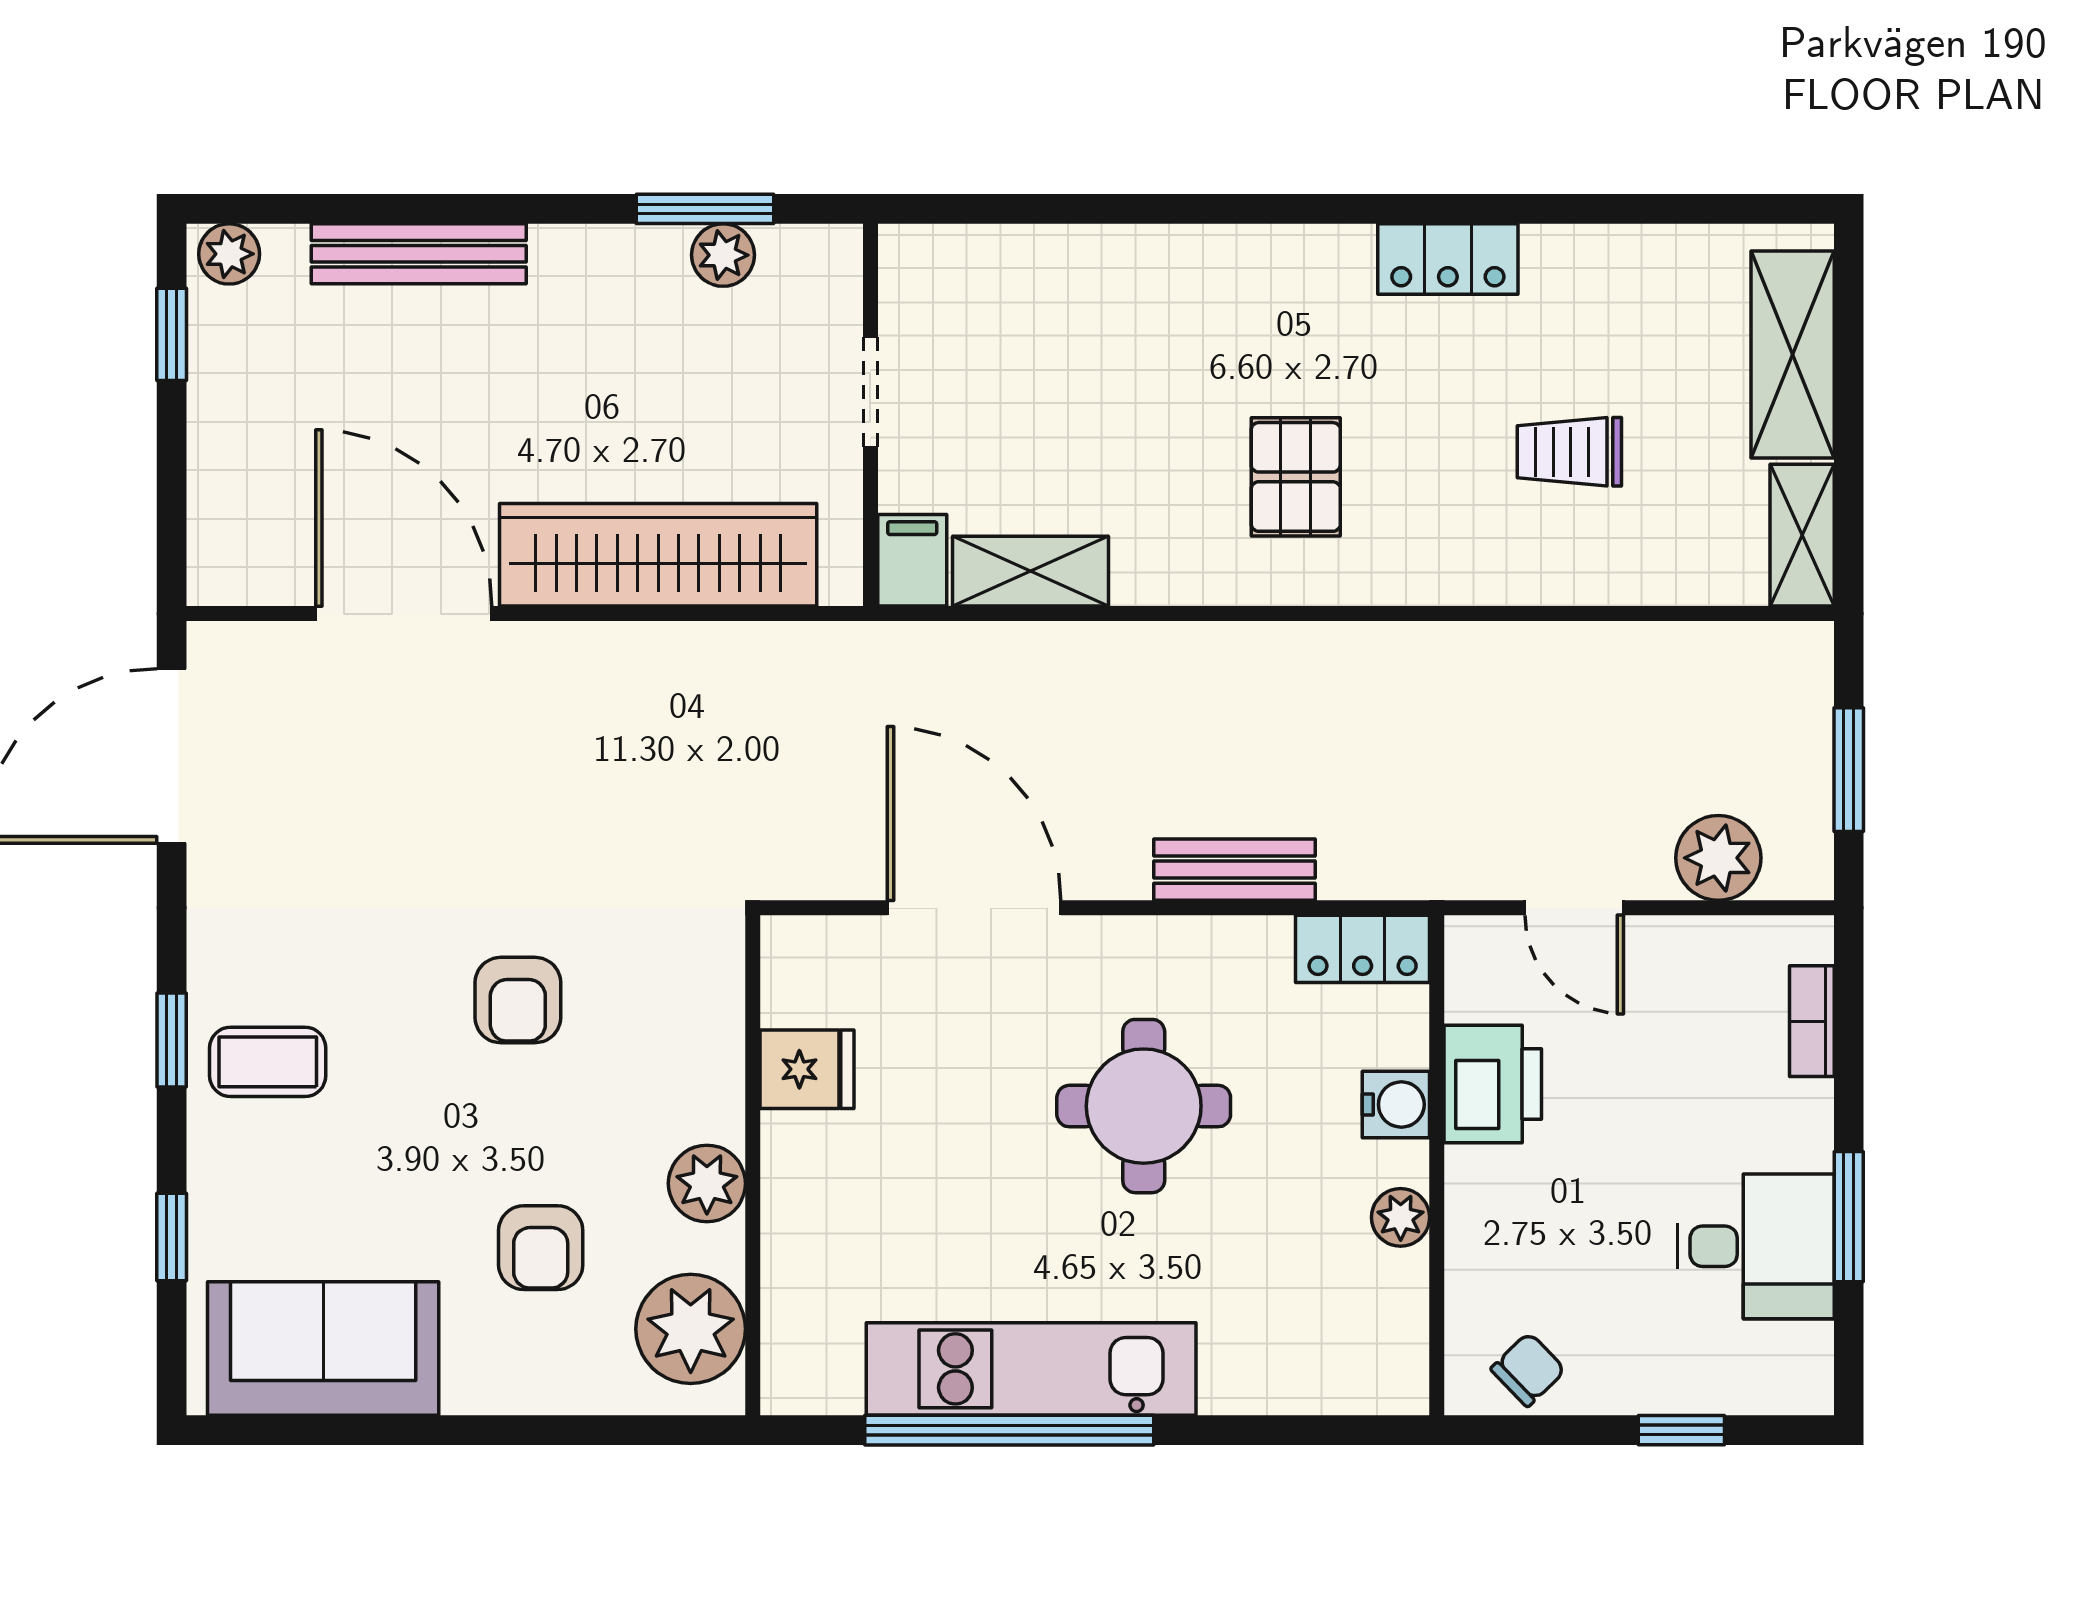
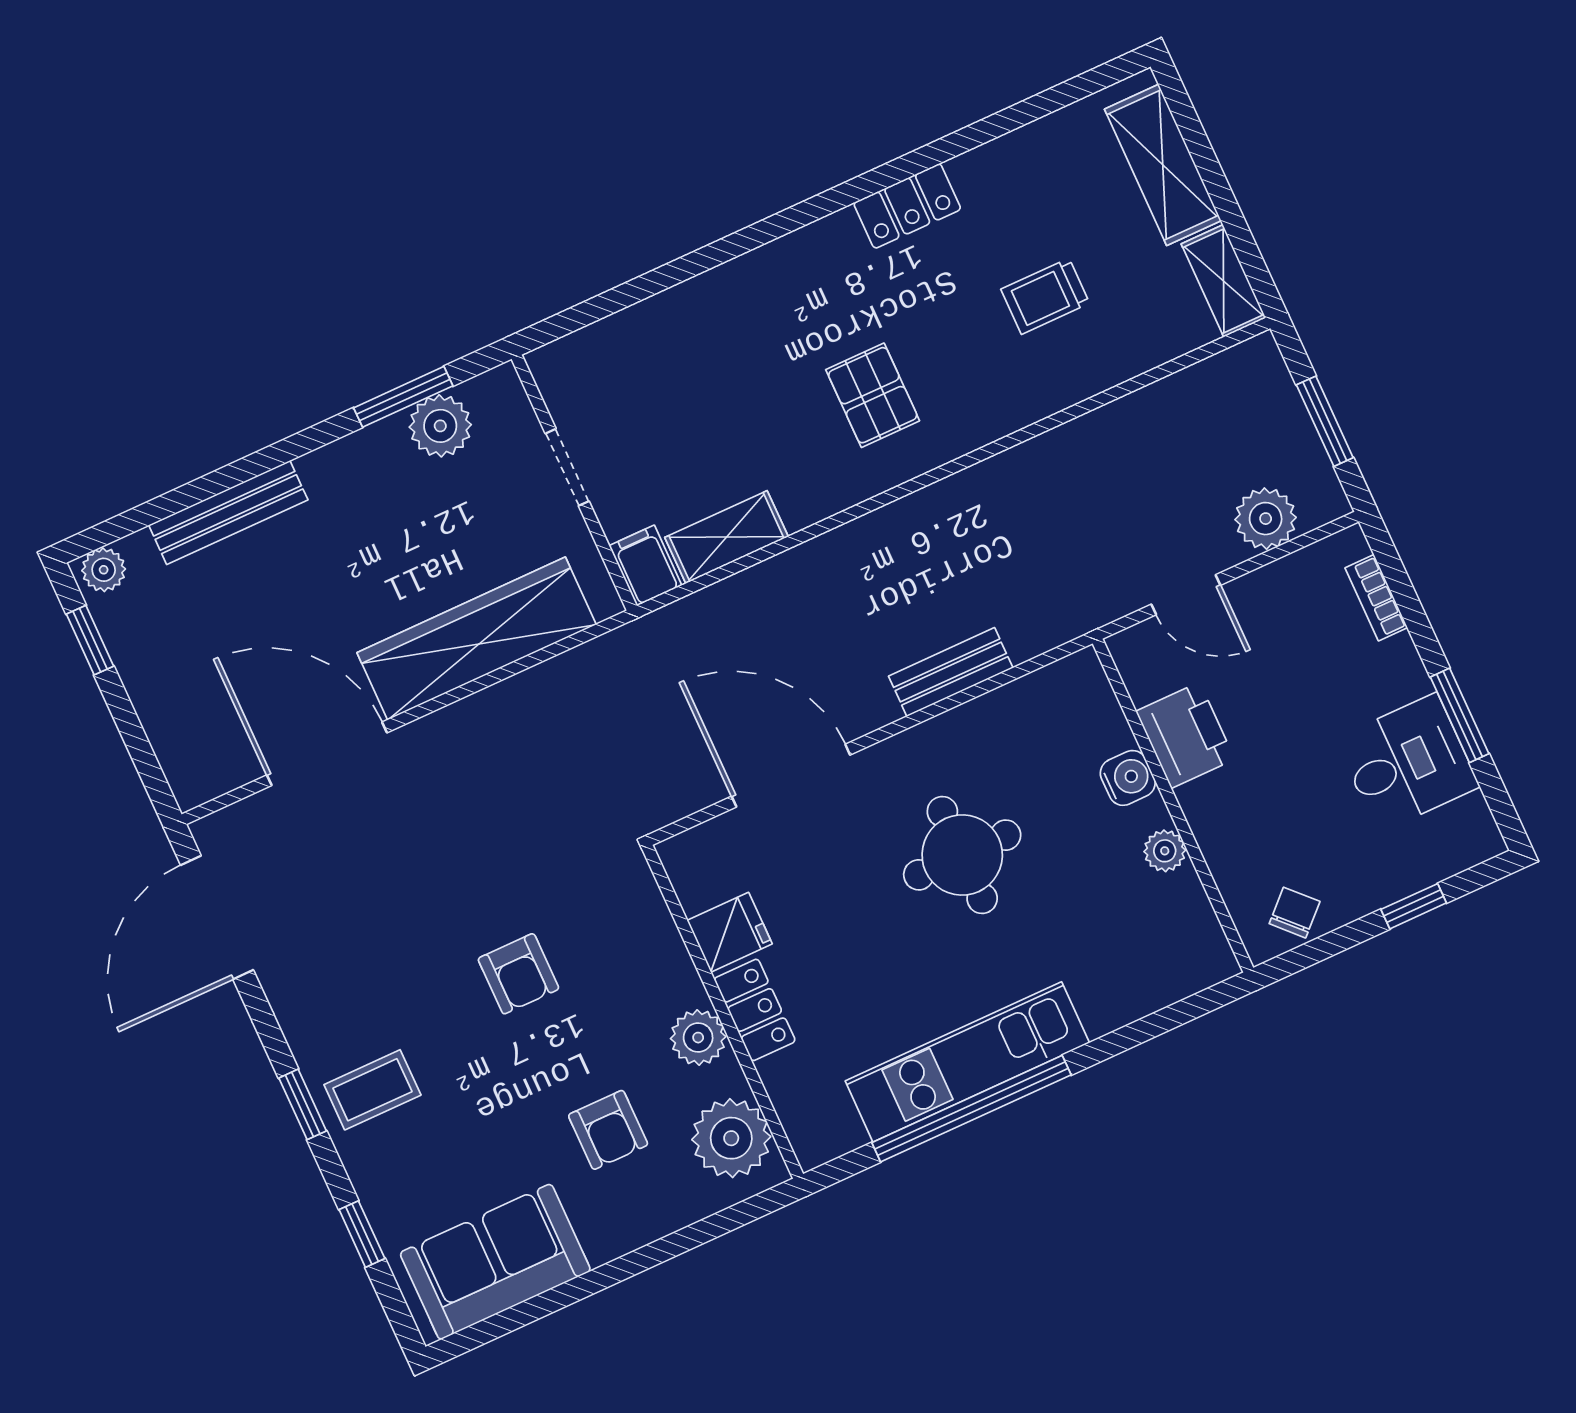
plant: (723, 255) -> (440, 426), width x1.38, depth x1.38
locker: (1363, 949) -> (755, 1010), moved, turned -90

